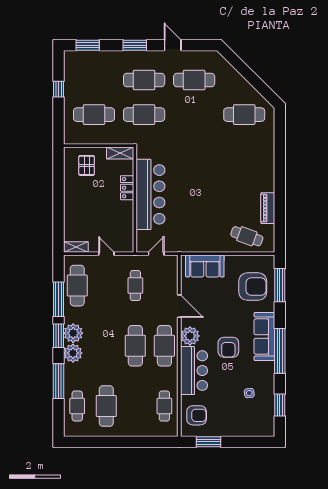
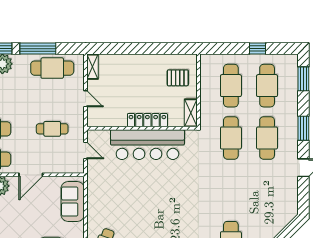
cafe table: (194, 80) -> (267, 86), moved
locker: (127, 188) -> (147, 120), width x1.53
door: (106, 254) -> (86, 99), hinge flipped

